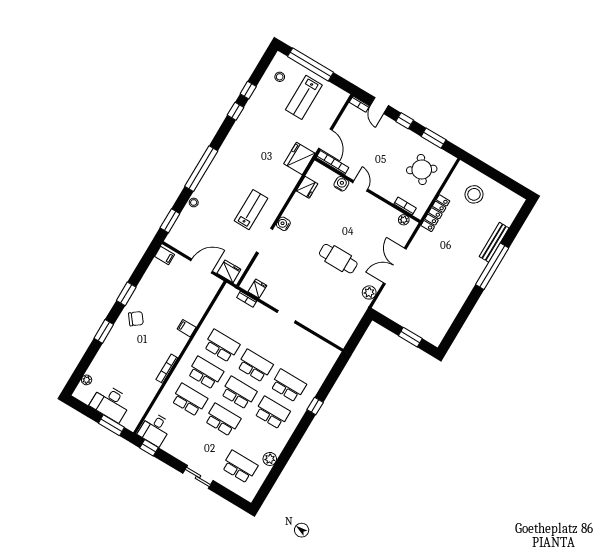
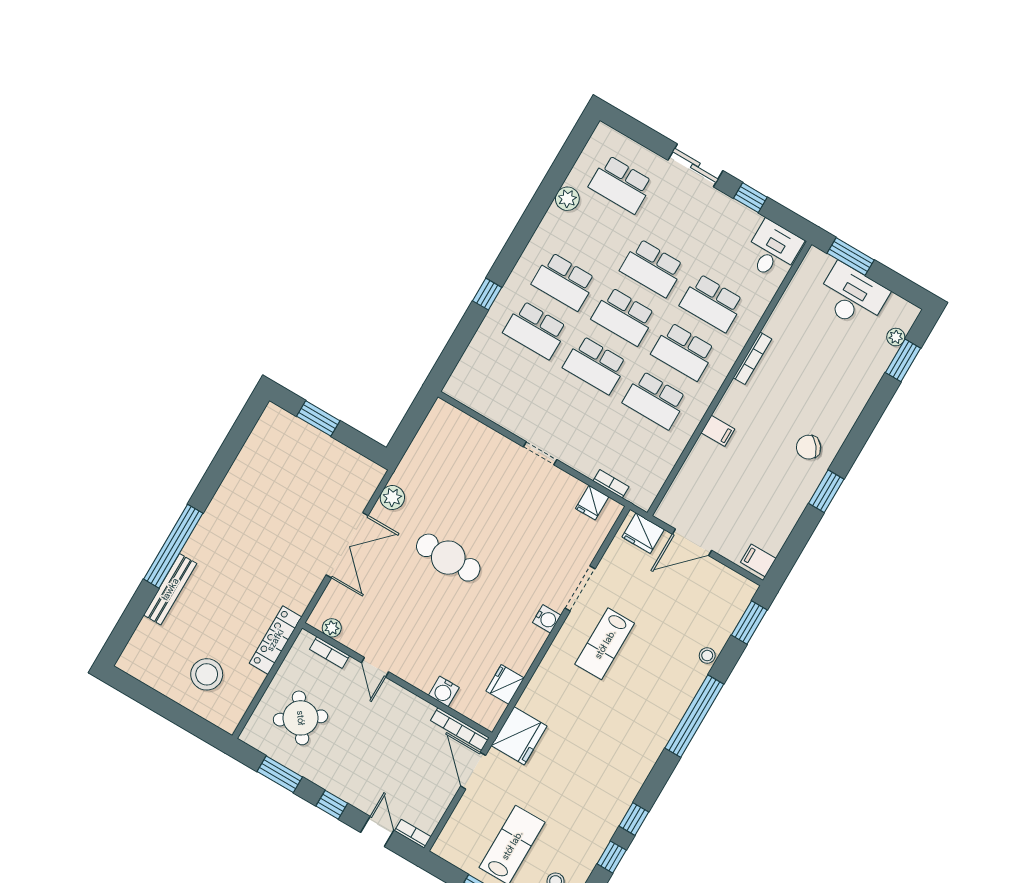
door: (360, 186) -> (375, 667), moved
window: (104, 331) -> (903, 360), moved
window: (149, 448) -> (750, 198), moved

